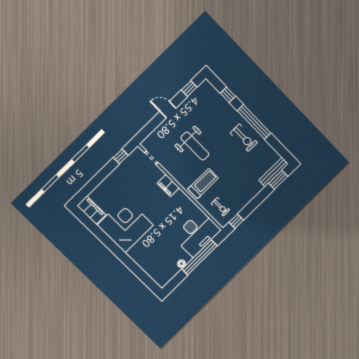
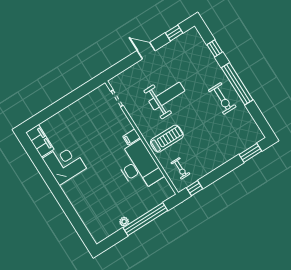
weight bench: (195, 146) -> (167, 96), turned -90
window: (121, 156) -> (84, 90), removed
bench: (274, 172) -> (247, 143), removed
filing cabinet: (168, 185) -> (131, 137), width x0.50
corner desk: (125, 225) -> (64, 163), width x0.74, depth x0.74
desk: (197, 234) -> (139, 166), moved, turned -90

